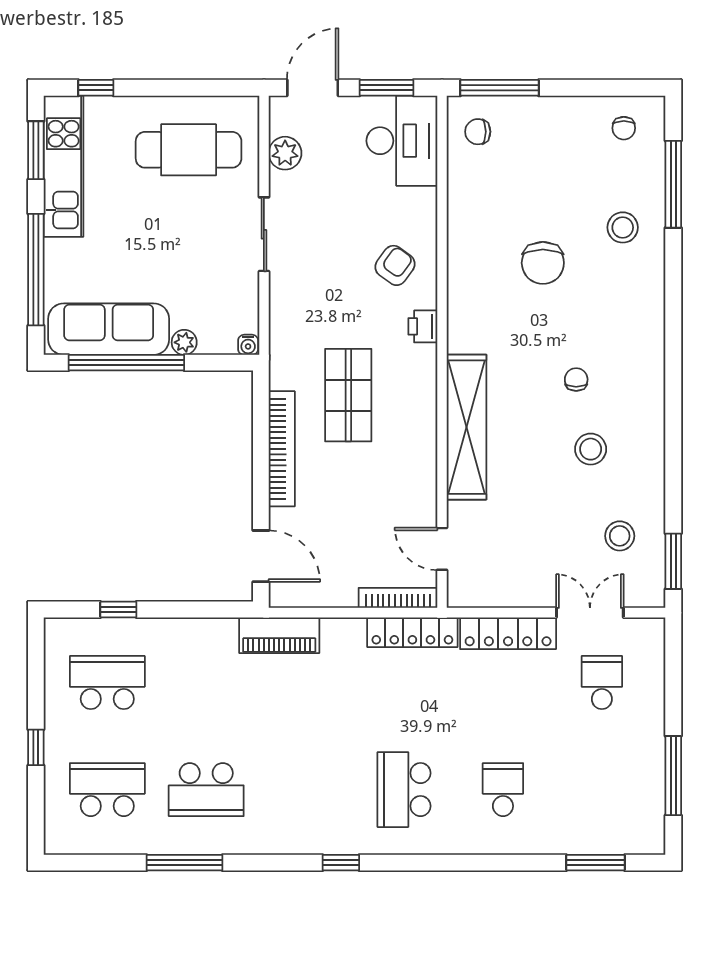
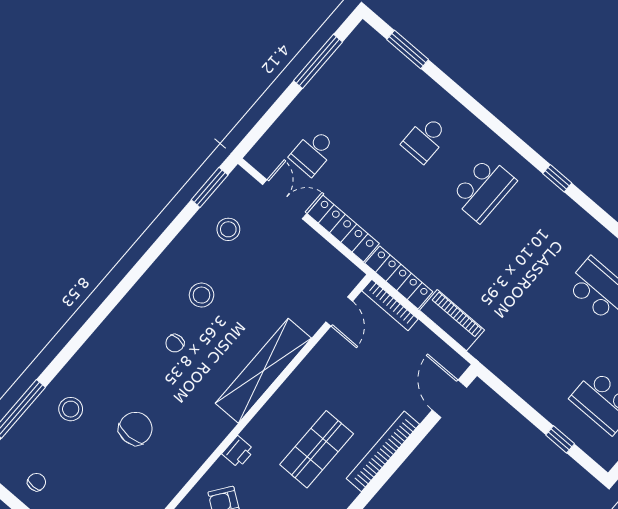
chair: (624, 128) -> (37, 482), moved
double door: (590, 613) -> (285, 199), swing flipped
piano: (279, 635) -> (452, 320), moved

